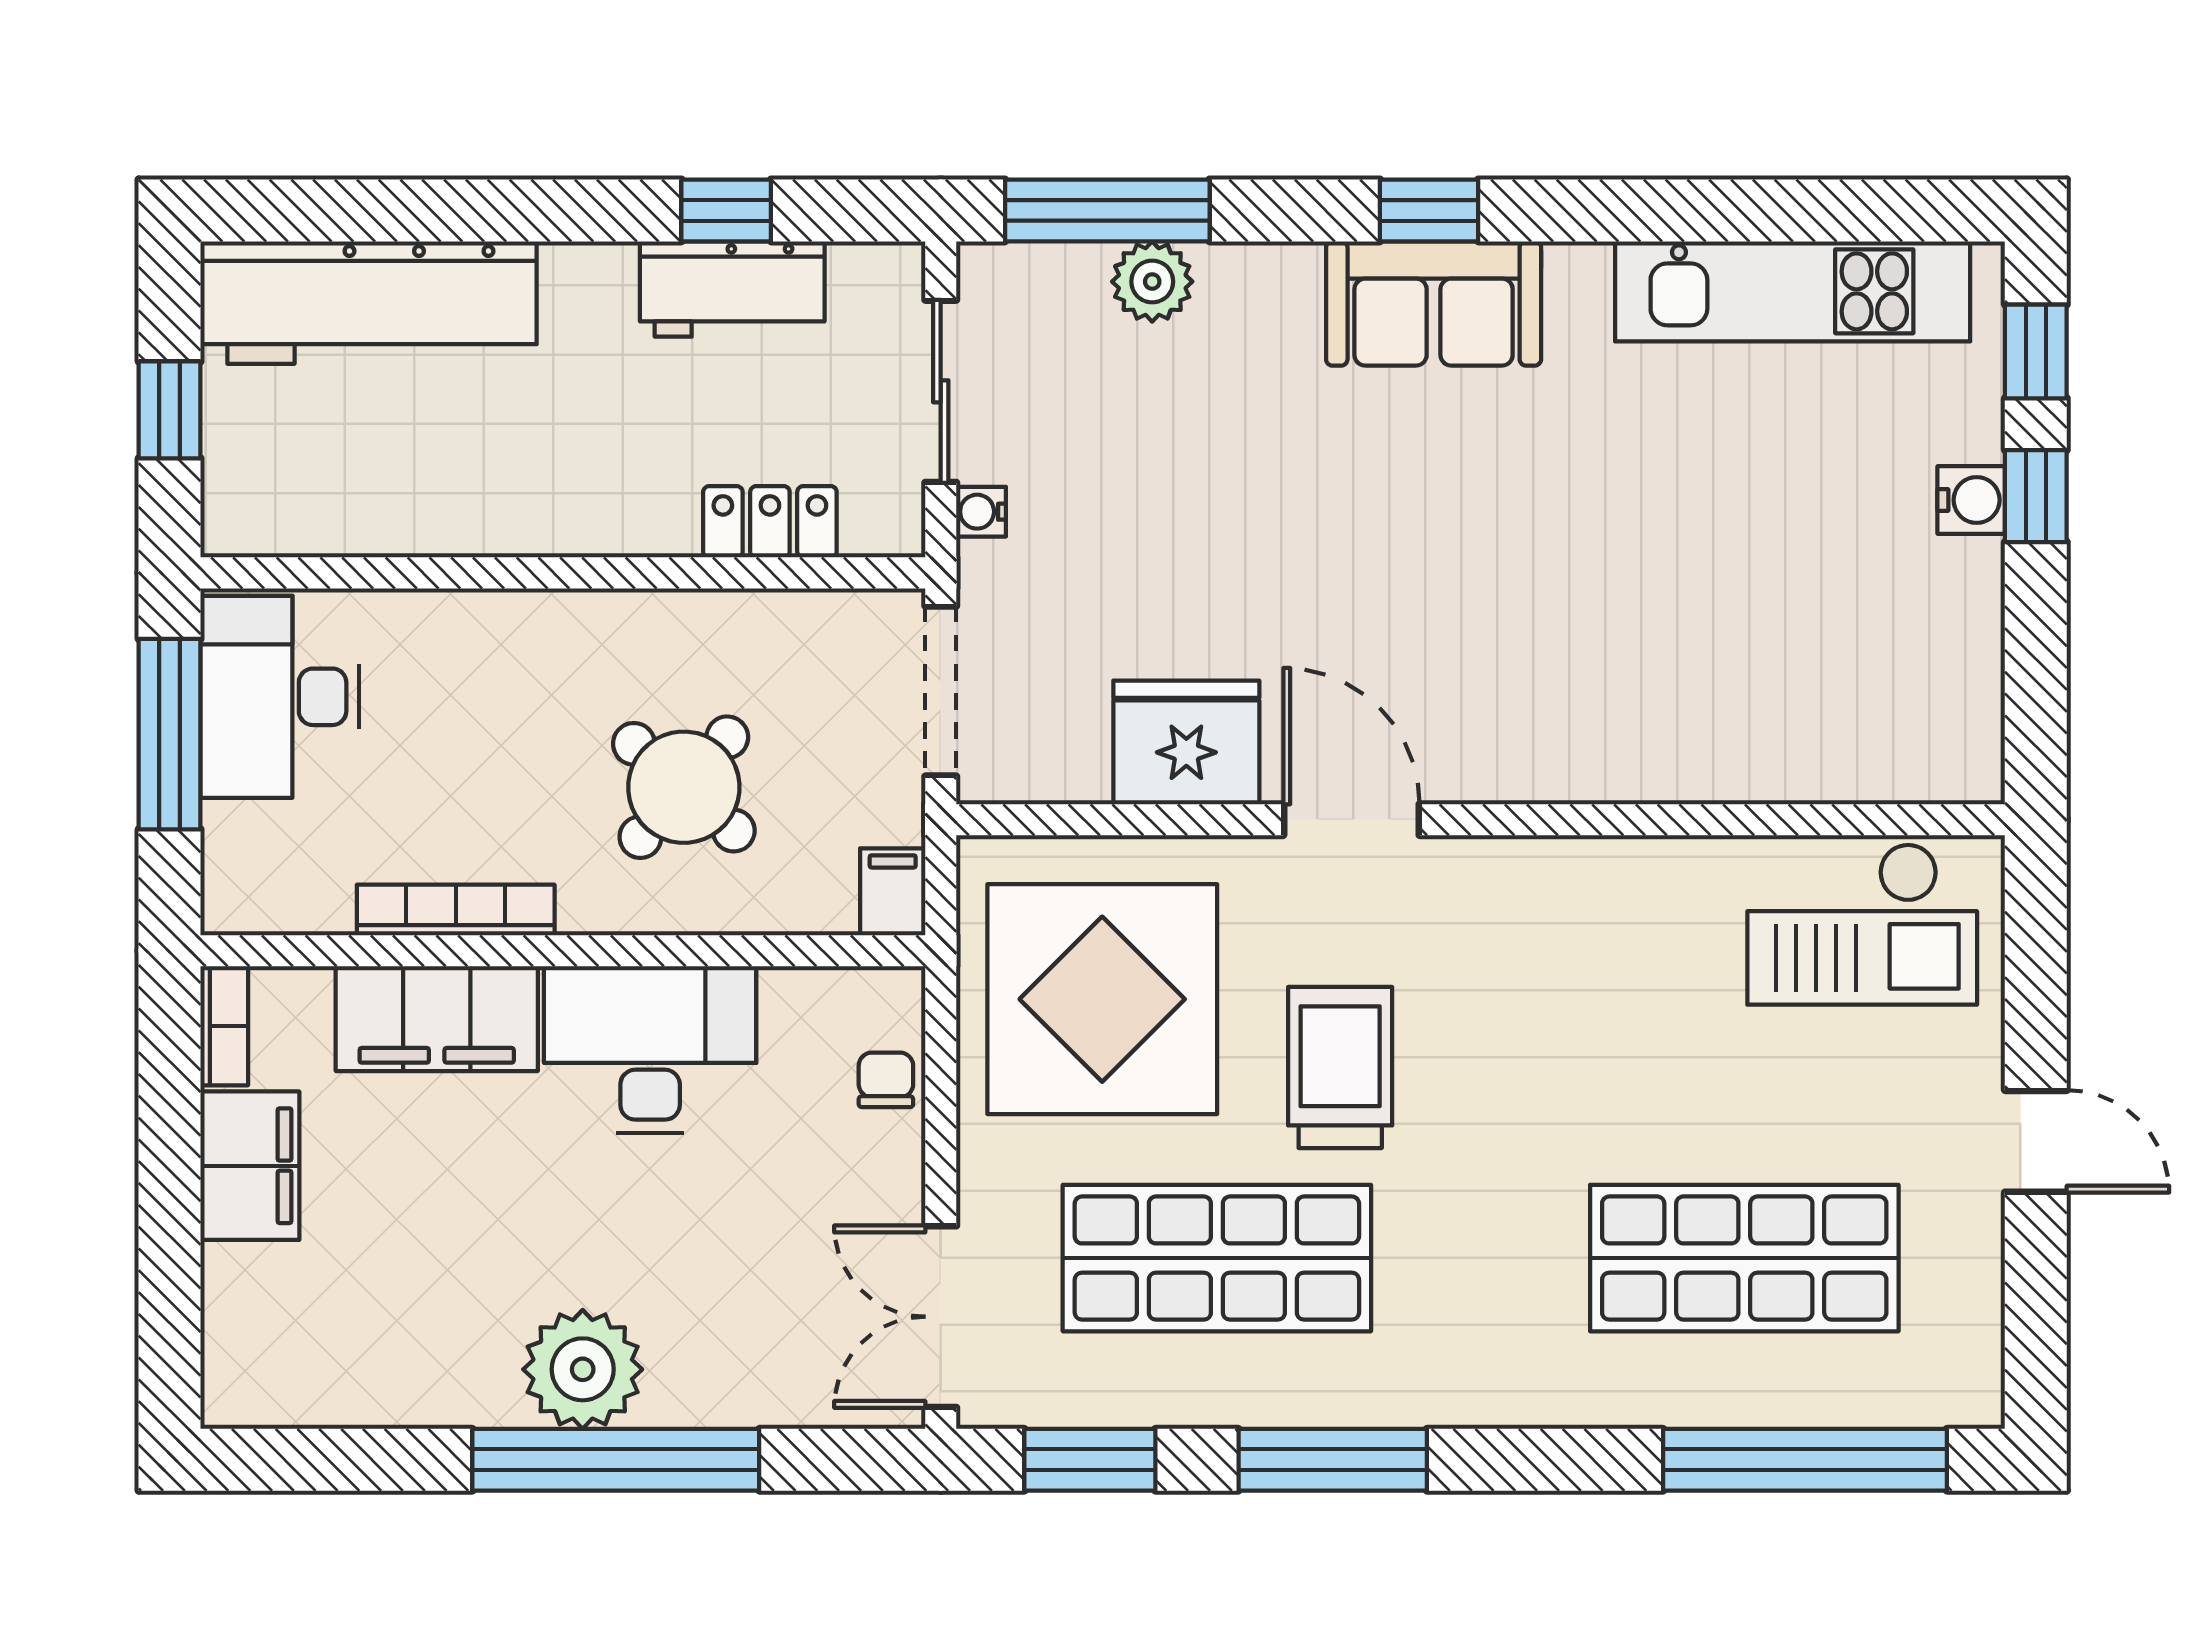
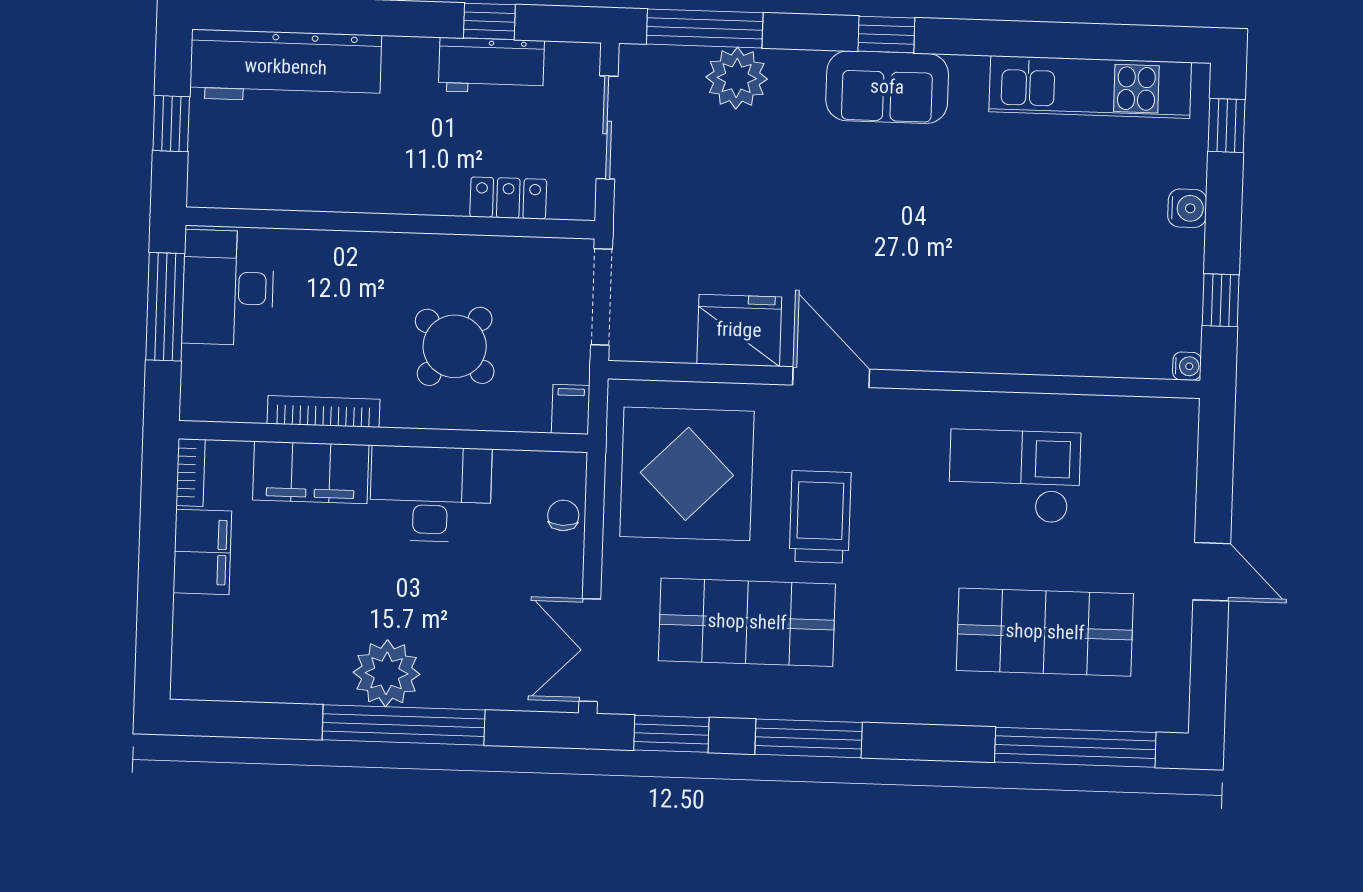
plant: (1152, 282) -> (737, 78), width x1.36, depth x1.36
window: (2036, 496) -> (1221, 300), moved
water cooler: (981, 512) -> (1187, 366), moved, turned 180
checkout: (1862, 924) -> (1015, 476), moved, turned 180

